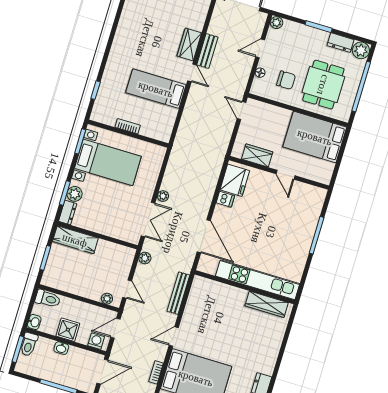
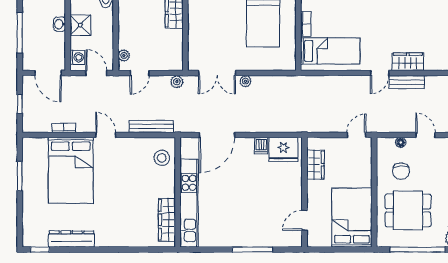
bed: (156, 89) -> (330, 51), moved, turned 90
door: (286, 175) -> (305, 220), moved
stool: (210, 292) -> (162, 158), added

